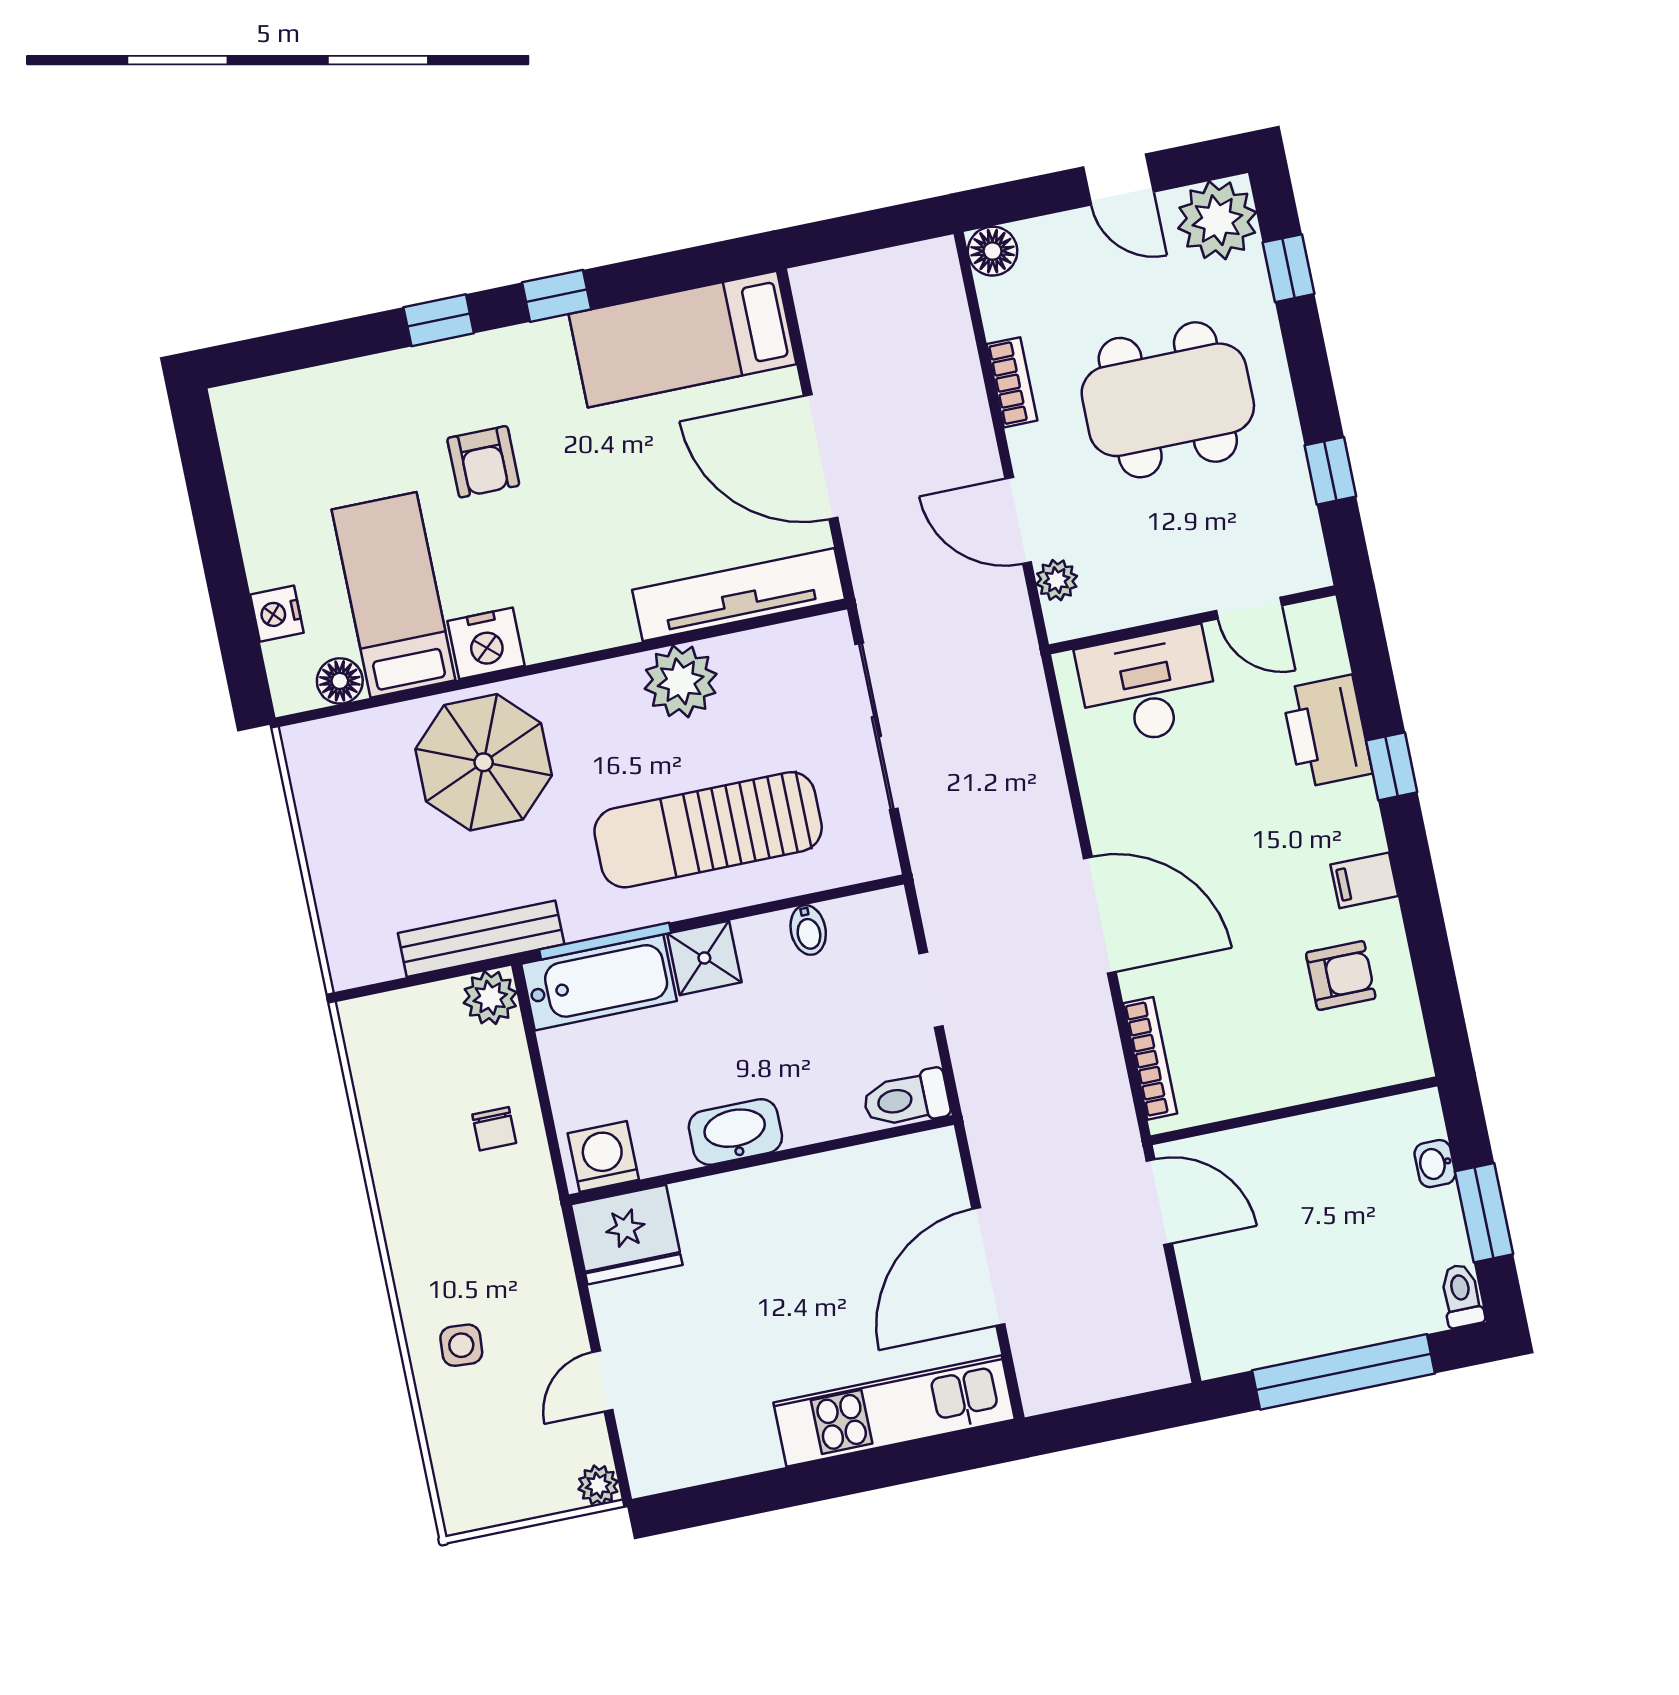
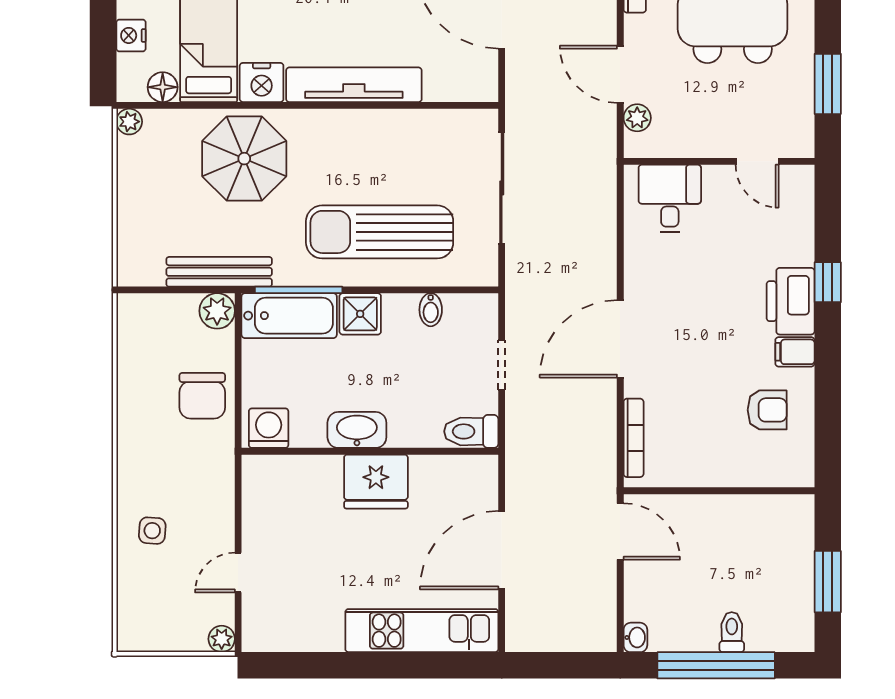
window: (1330, 471) -> (828, 84), width x1.50
tv unit: (739, 595) -> (354, 85), moved
plant: (681, 681) -> (129, 122), moved, width x0.53, depth x0.53
desk: (1148, 687) -> (670, 198), width x0.73
printer: (1327, 731) -> (791, 301), moved
door: (1100, 915) -> (620, 339), swing flipped
chair: (494, 1129) -> (202, 396), width x1.87, depth x1.87
washbasin: (1435, 1164) -> (635, 637), moved, turned 180
fridge: (627, 1235) -> (376, 482), moved
toilet: (1462, 1296) -> (732, 632), moved

